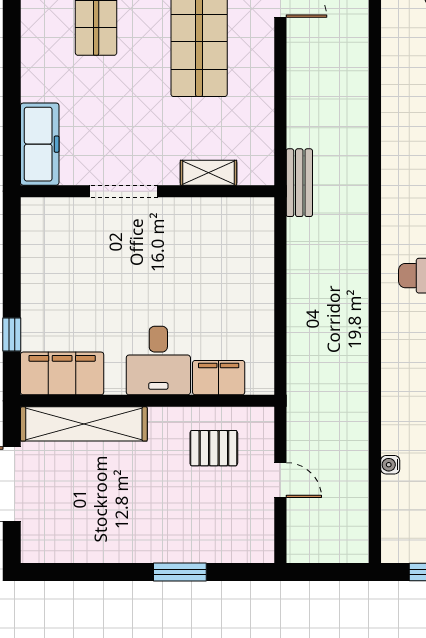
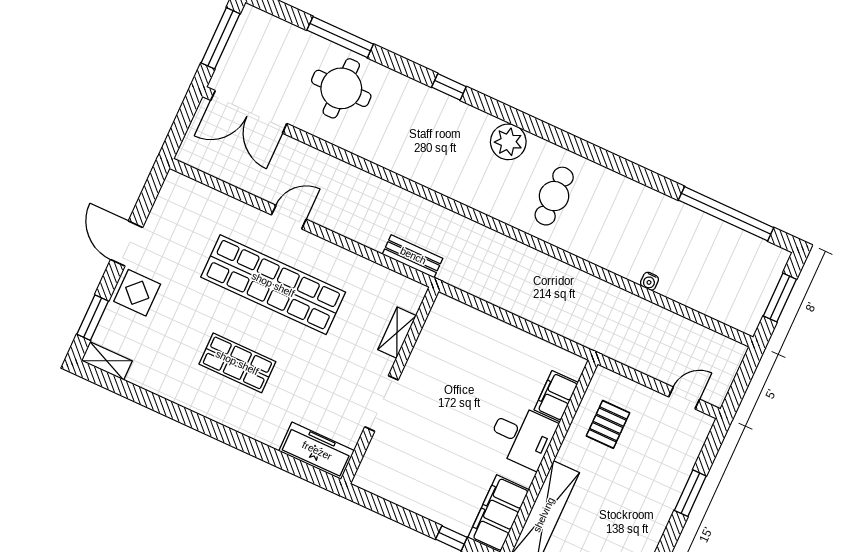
bench: (299, 183) -> (413, 256), moved
water cooler: (390, 465) -> (649, 281), moved
door: (280, 480) -> (684, 398), moved

